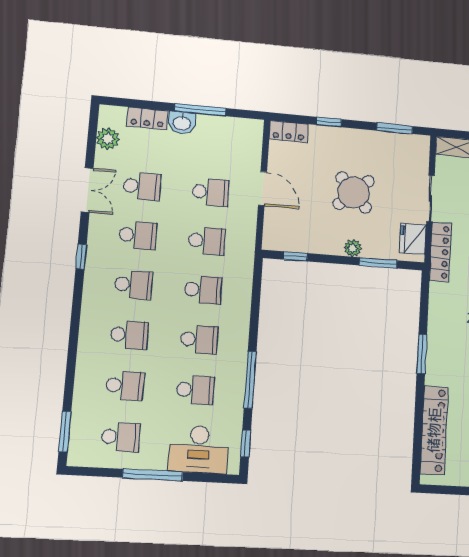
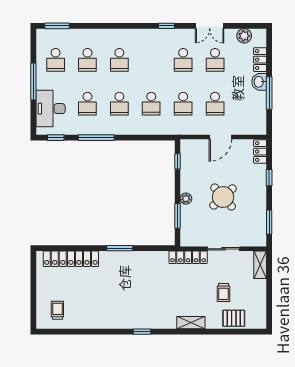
fridge: (413, 239) -> (195, 238), removed
school desk: (134, 285) -> (151, 60), removed

